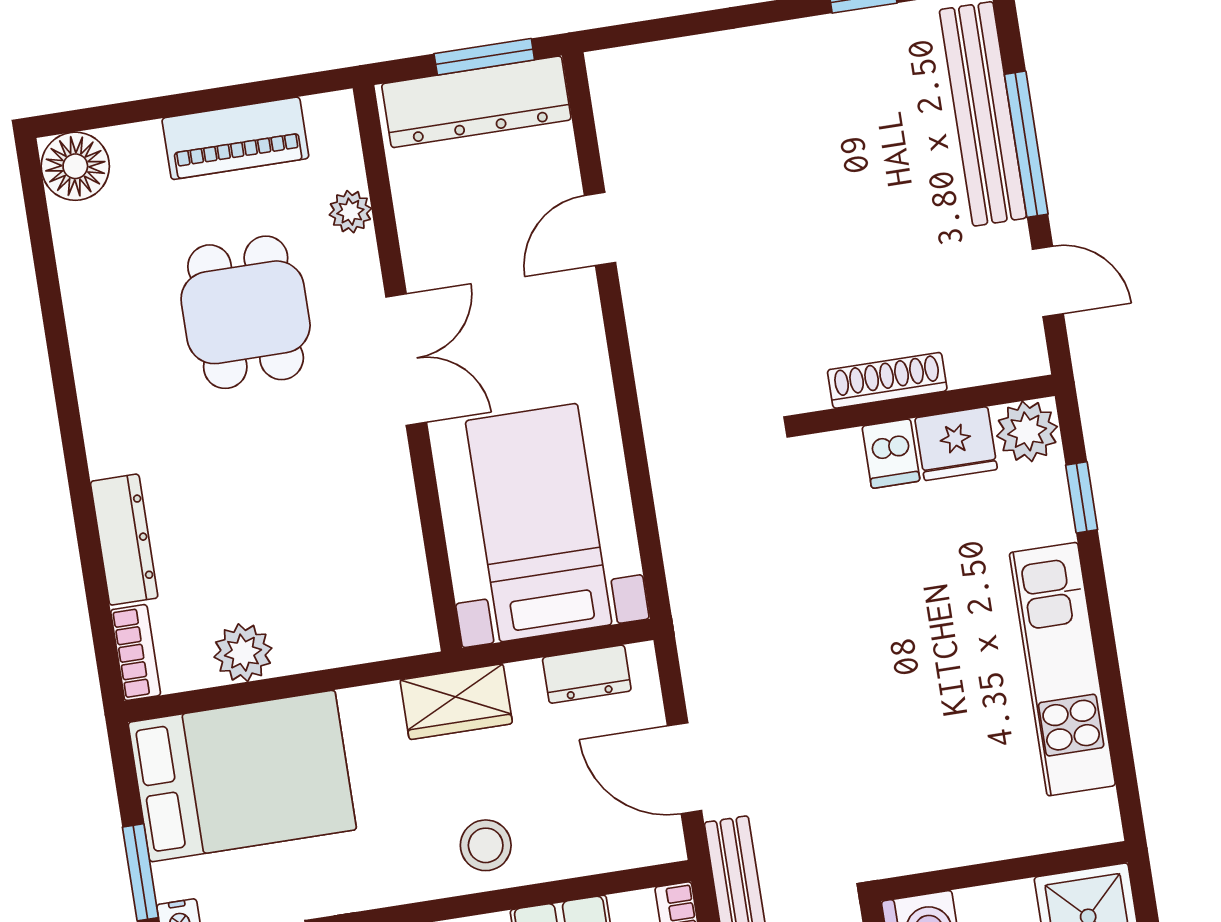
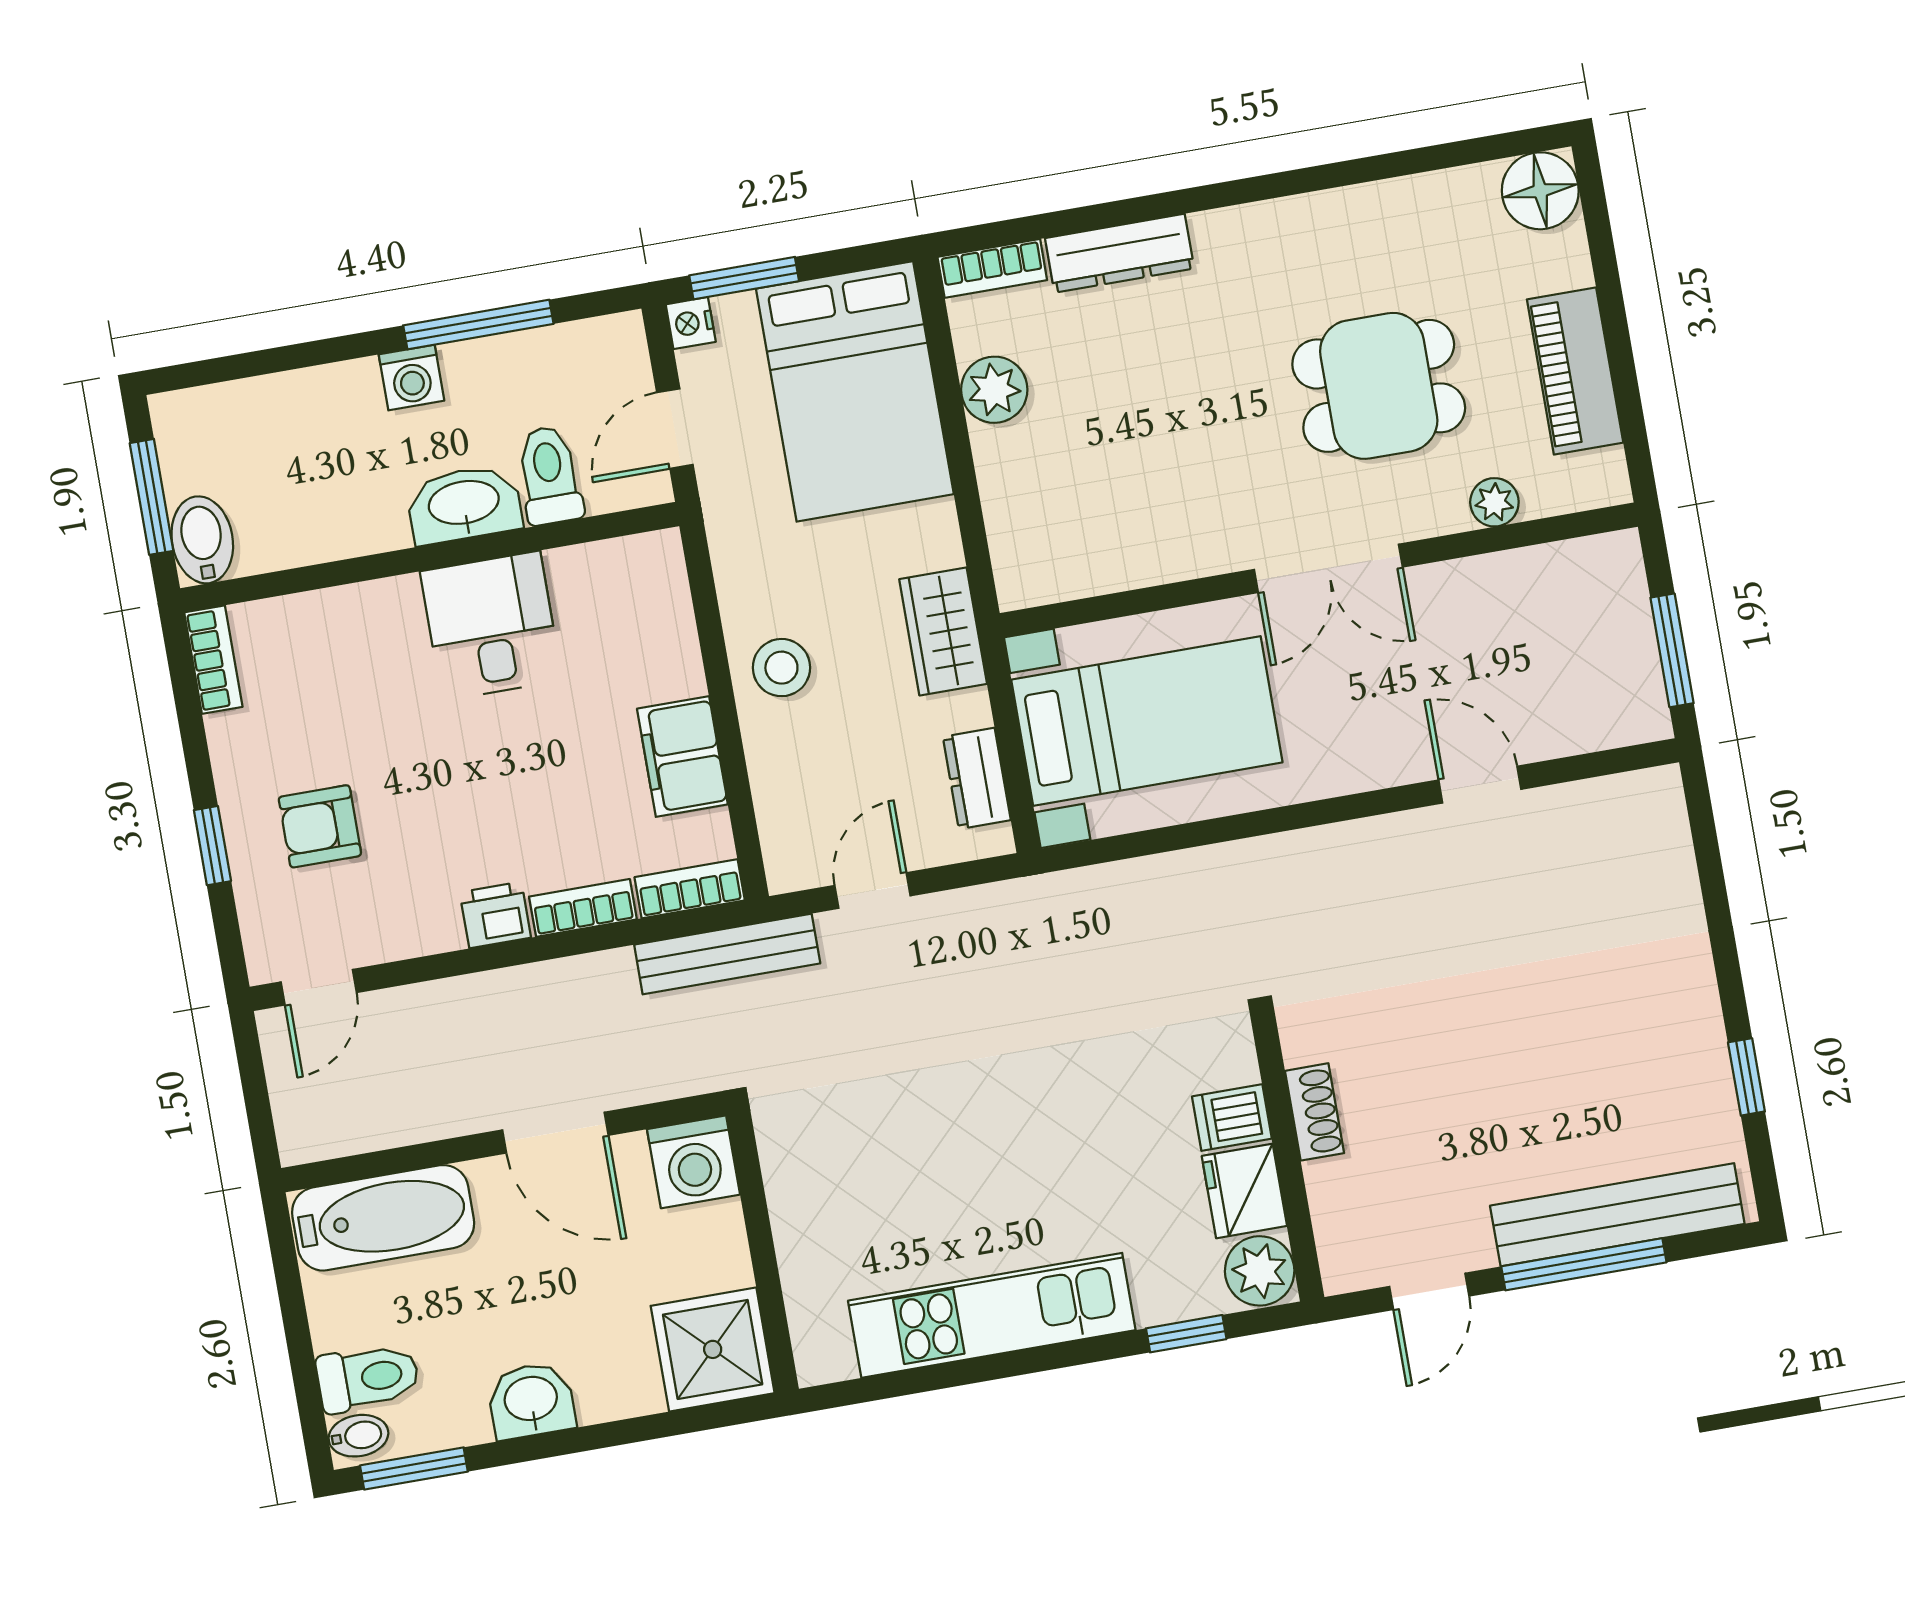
dresser: (476, 102) -> (1621, 642), removed
shoe rack: (887, 380) -> (1315, 1112), width x0.70
door: (684, 768) -> (872, 891), width x0.73

